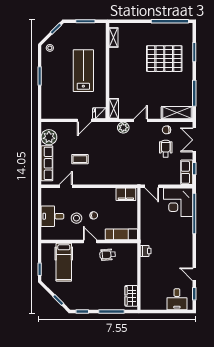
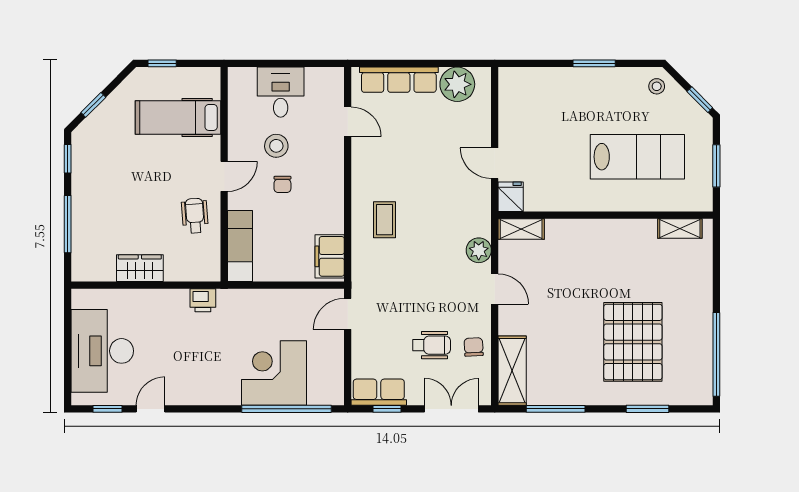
lab bench: (83, 71) -> (637, 157), moved
coffee table: (80, 159) -> (384, 220), moved
corner desk: (178, 202) -> (274, 373), moved
wardrobe: (131, 296) -> (140, 268), moved
desk: (177, 299) -> (102, 351), width x1.87, depth x1.30

